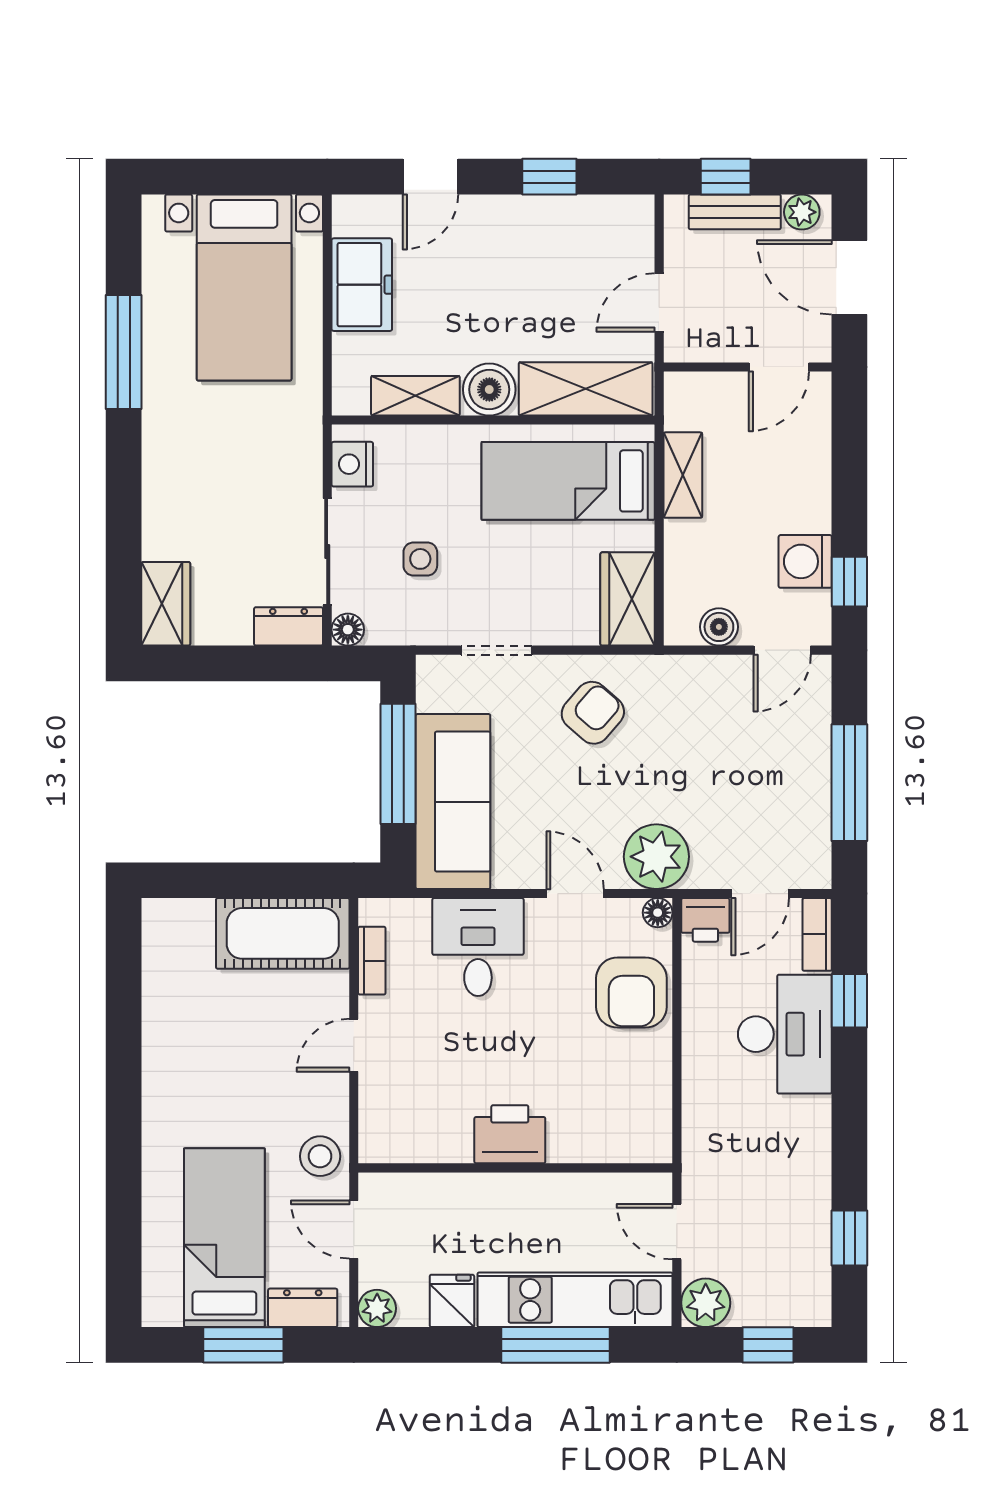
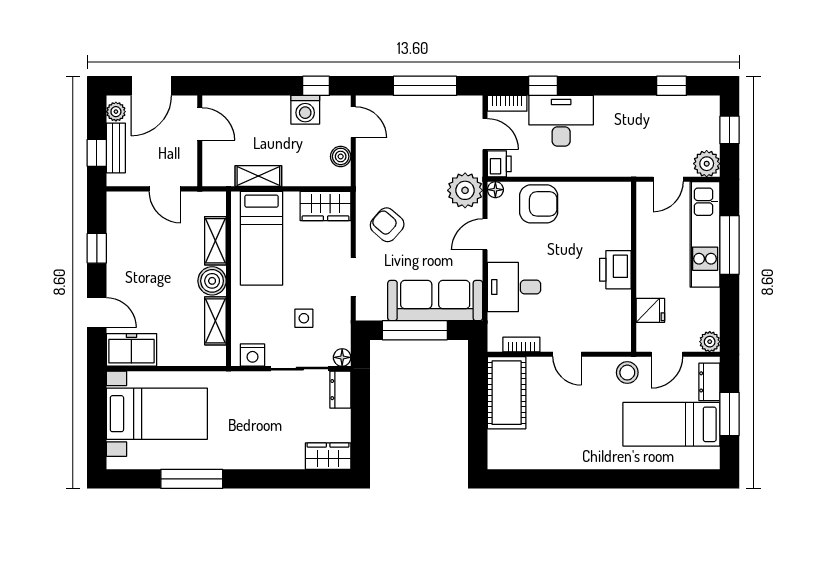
freezer: (362, 285) -> (131, 350), moved
shelving: (586, 389) -> (215, 241), width x0.67, depth x0.75
fridge: (452, 1301) -> (650, 310), moved, turned 180

